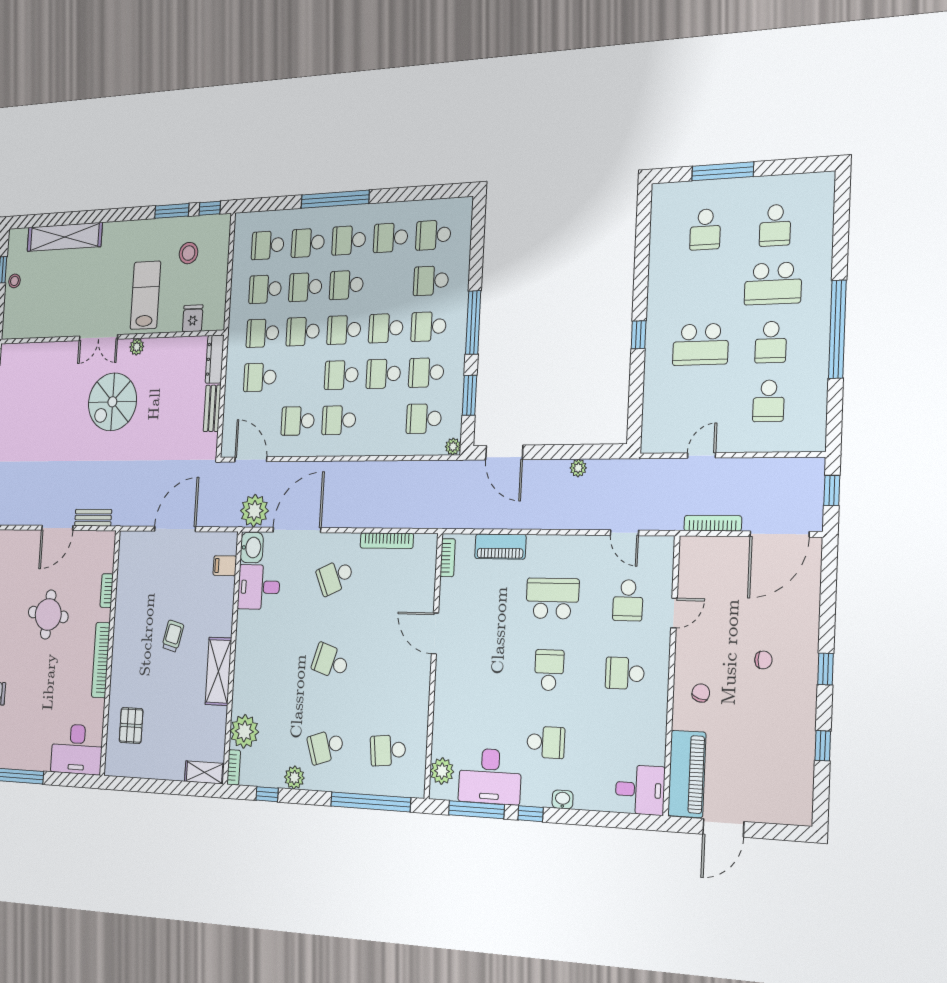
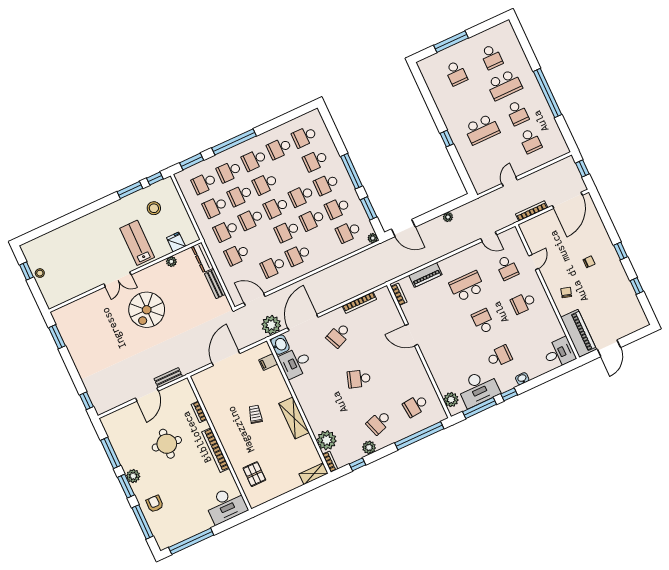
window: (267, 204) -> (192, 161), added
shelving: (65, 237) -> (62, 234), removed
plant: (137, 347) -> (171, 262), moved

